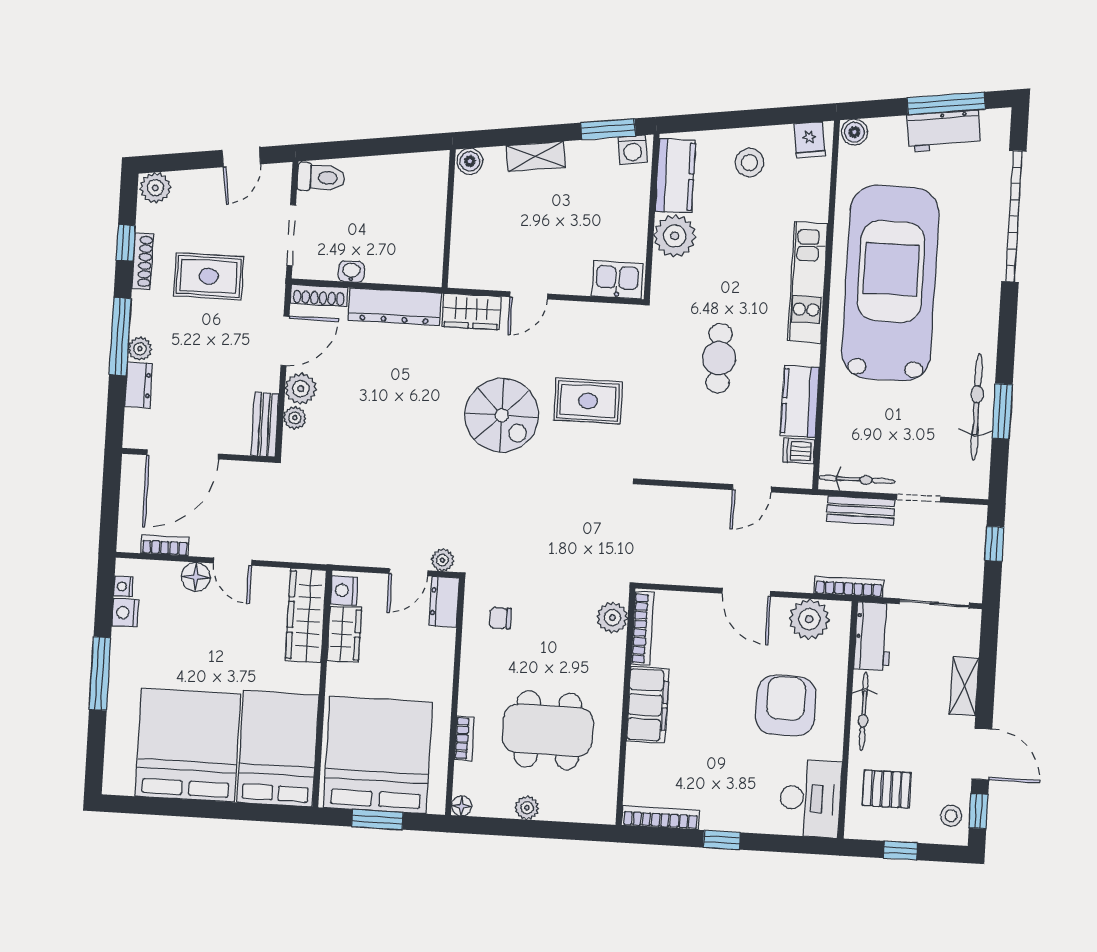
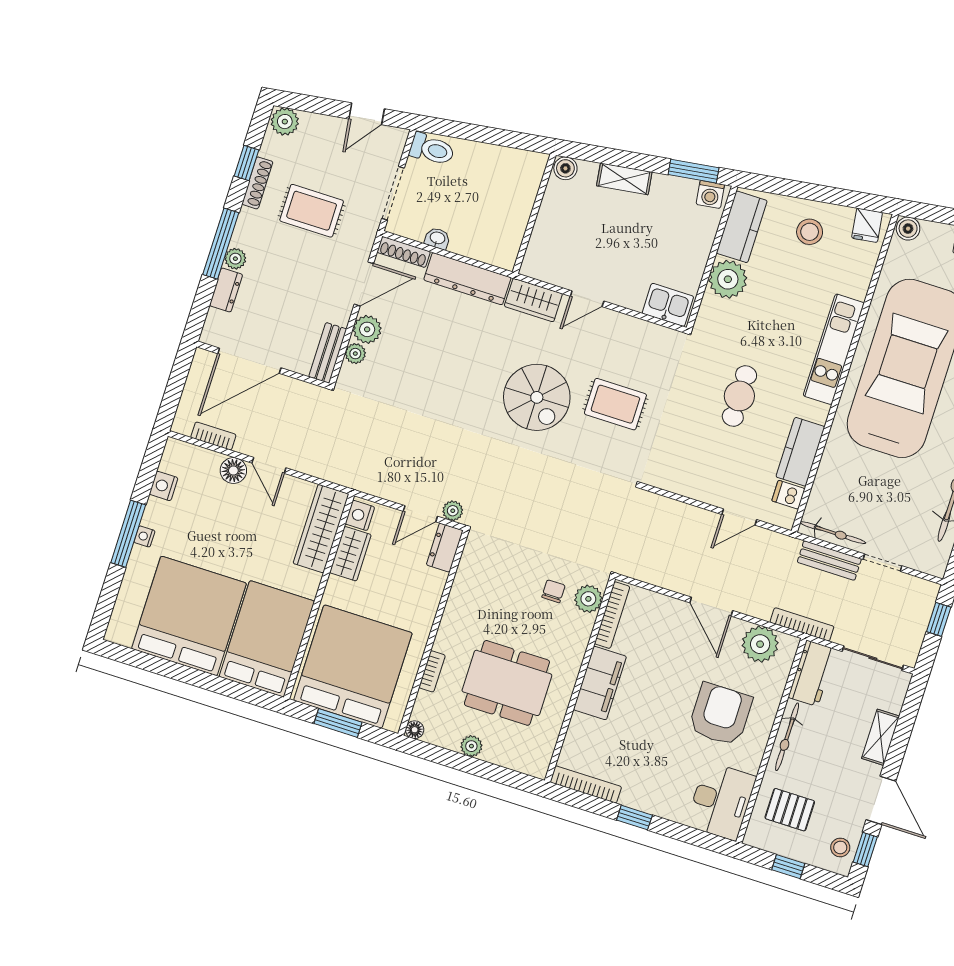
nightstand: (123, 587) -> (144, 536), moved
chair: (500, 618) -> (553, 591), moved, turned 90

